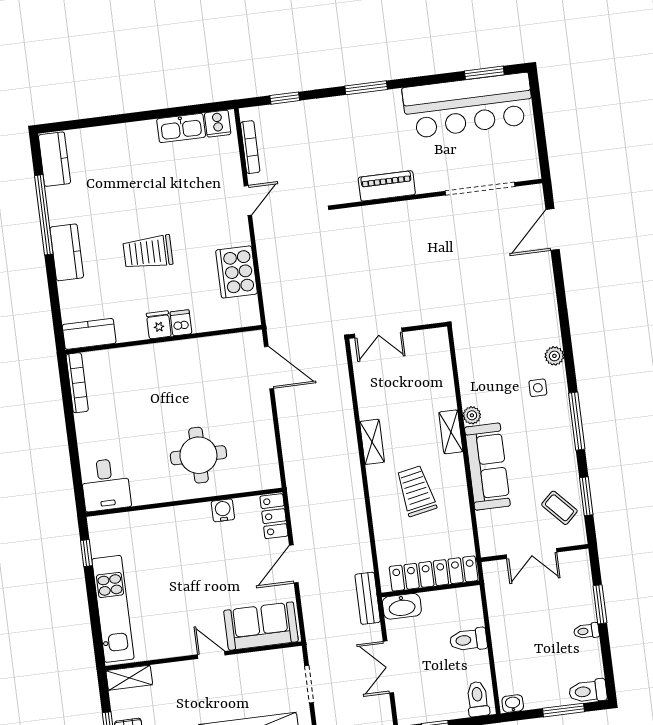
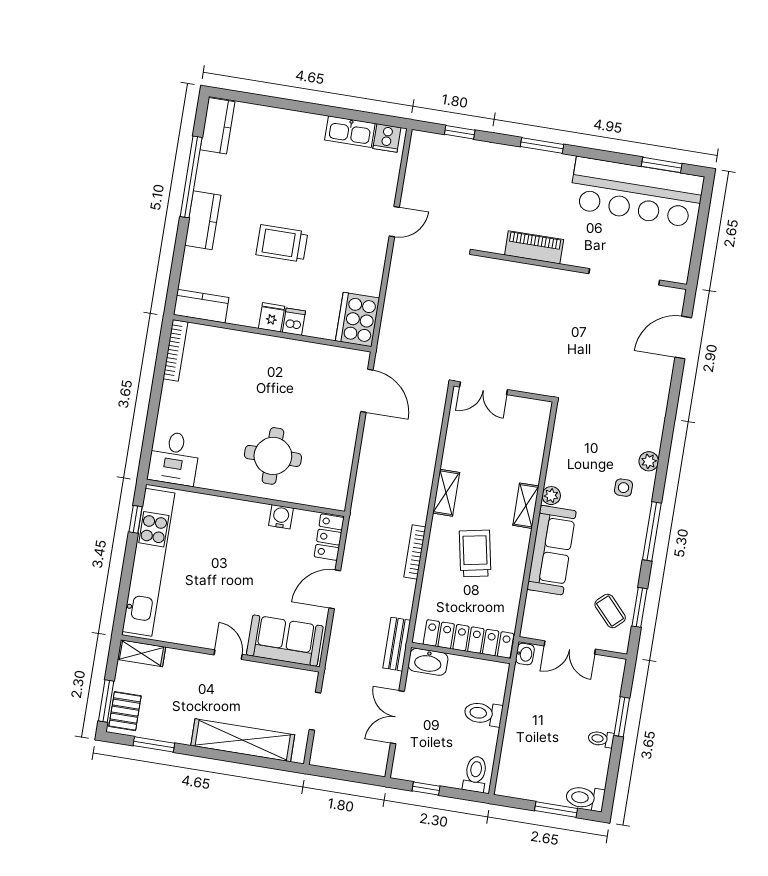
bookcase: (250, 147) -> (415, 552), moved, turned 180
cooker: (236, 272) -> (358, 320), moved
kitchen unit: (113, 609) -> (148, 562), width x1.36
washbasin: (513, 704) -> (525, 654), moved, turned 90

